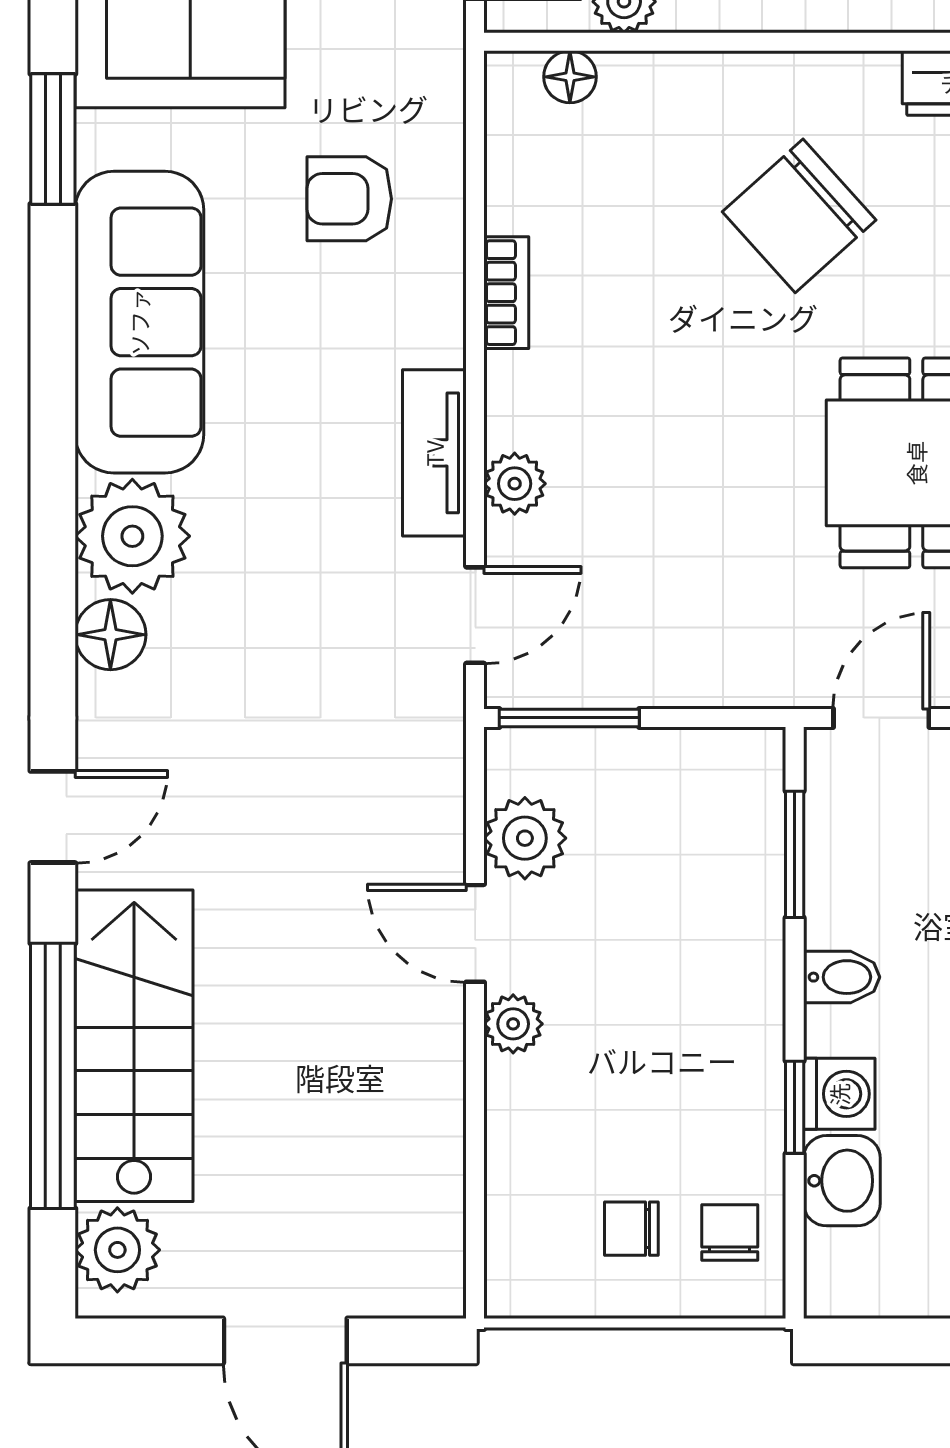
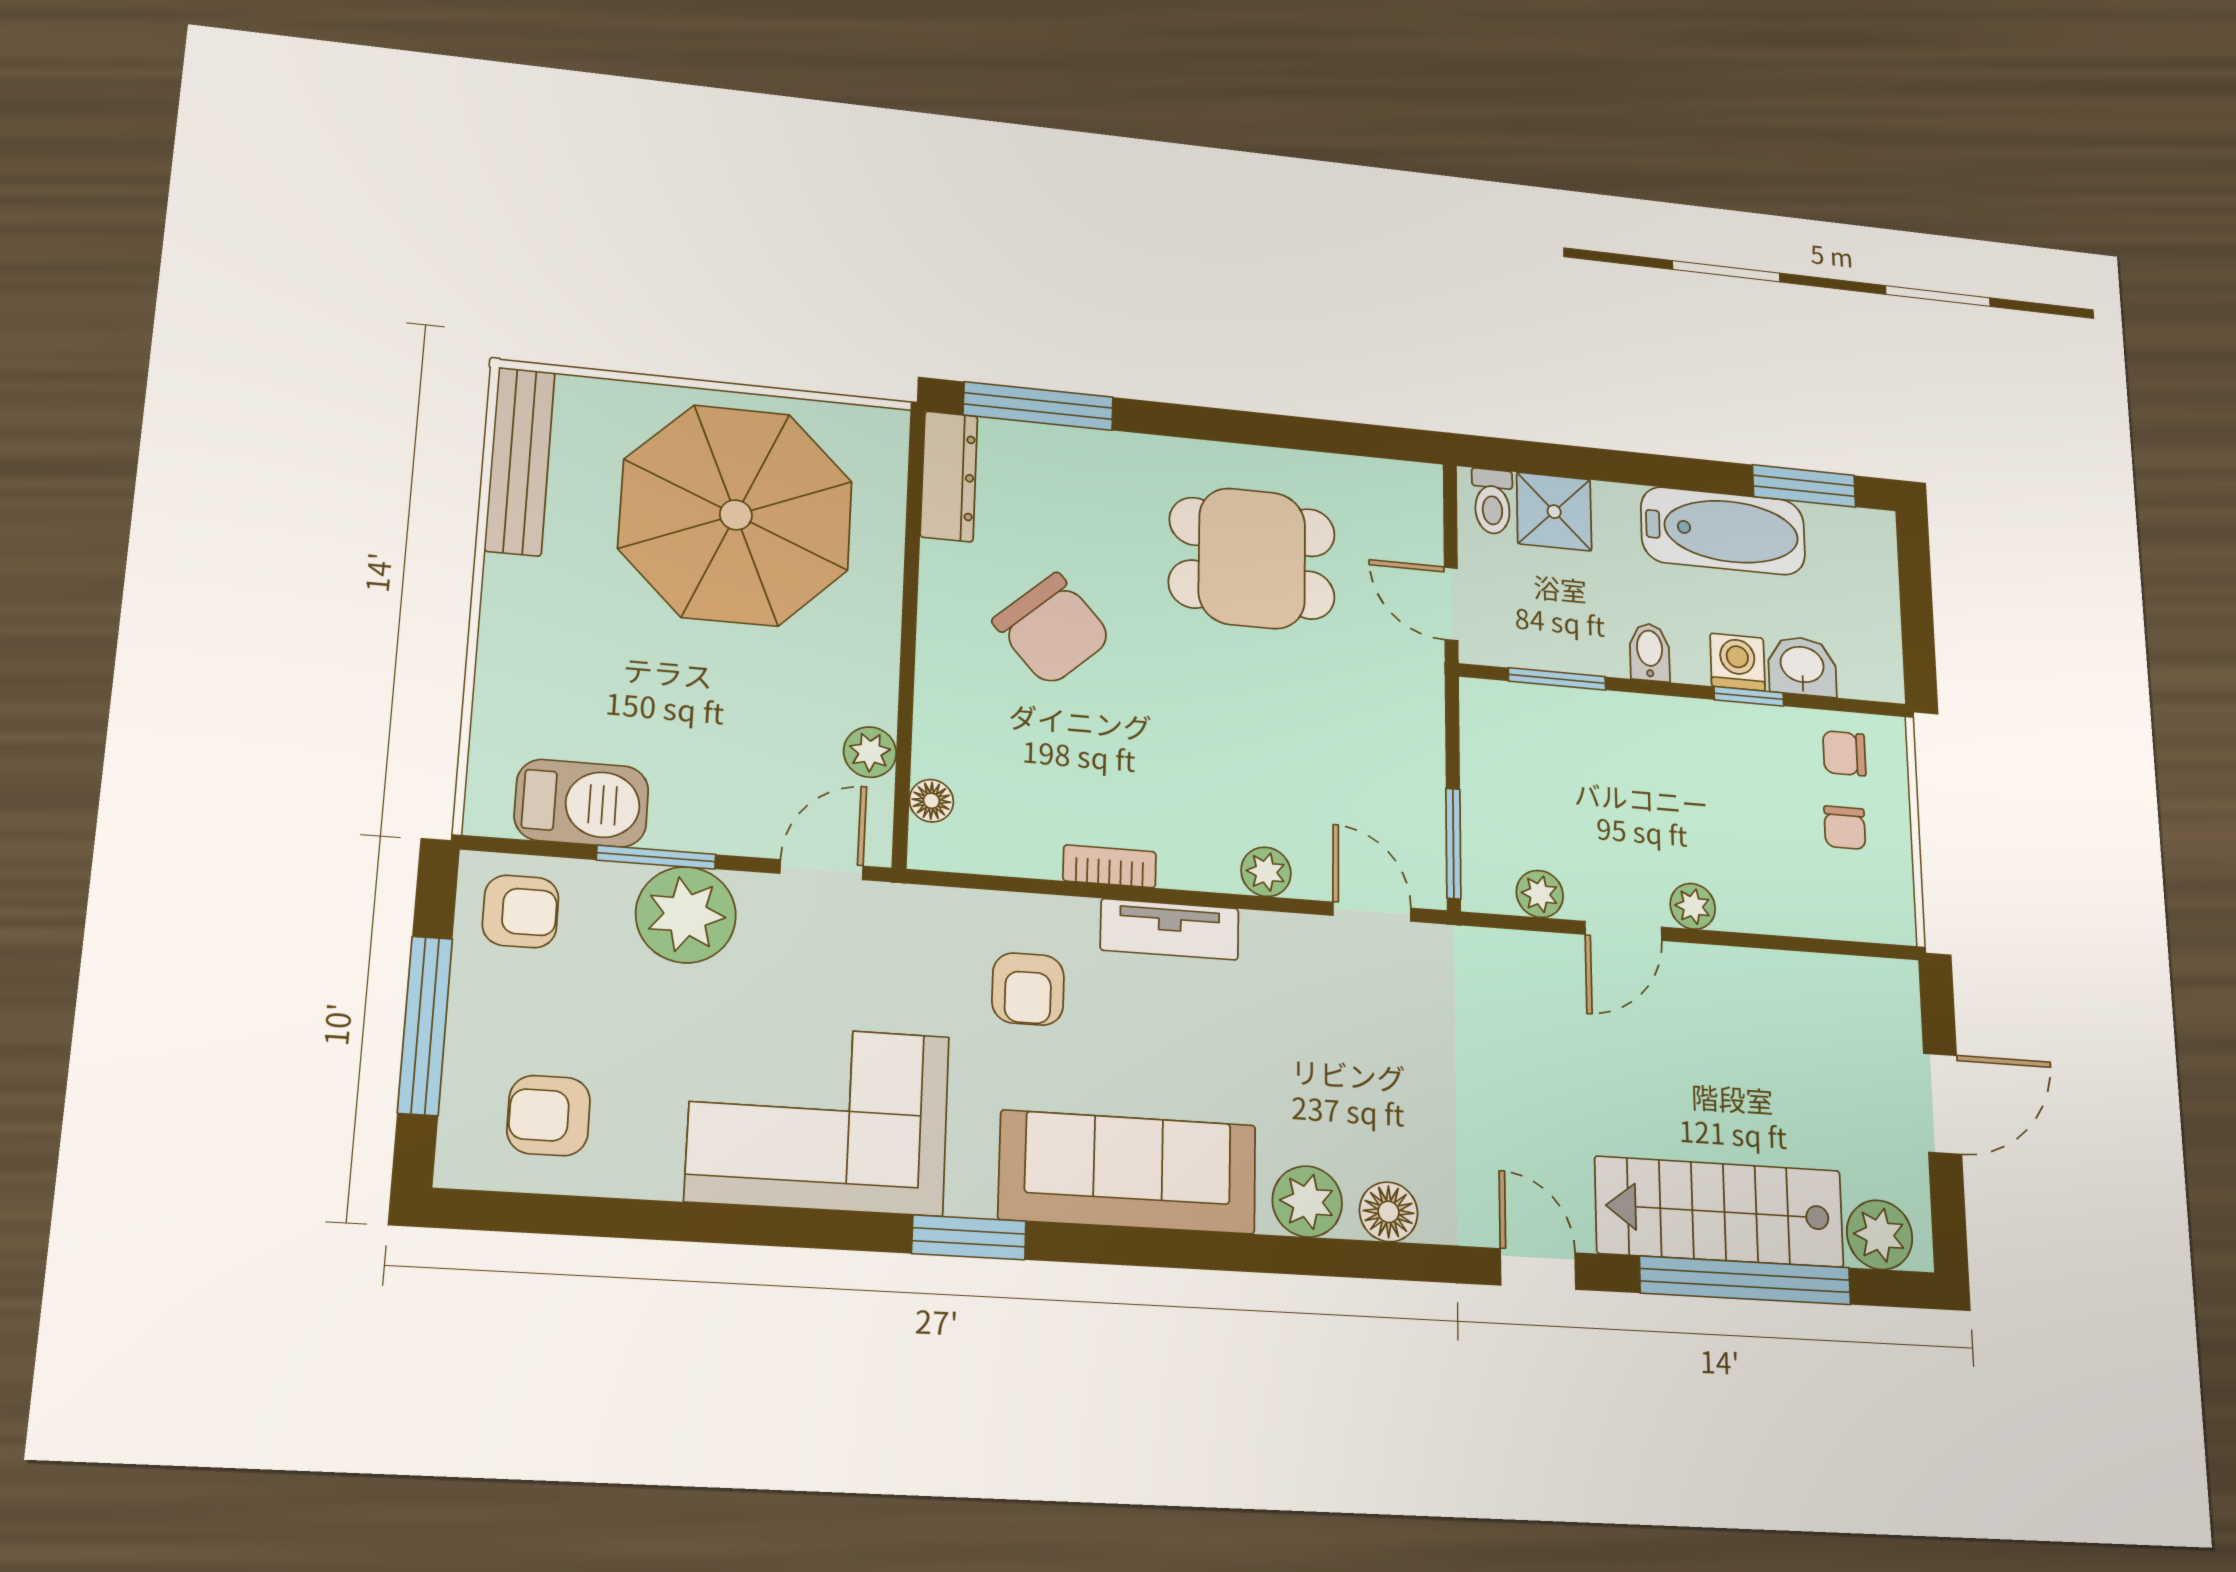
tv unit: (434, 453) -> (1170, 929), moved
plant: (132, 536) -> (1307, 1202), width x0.73, depth x0.73
plant: (525, 838) -> (1540, 894), width x0.73, depth x0.73

